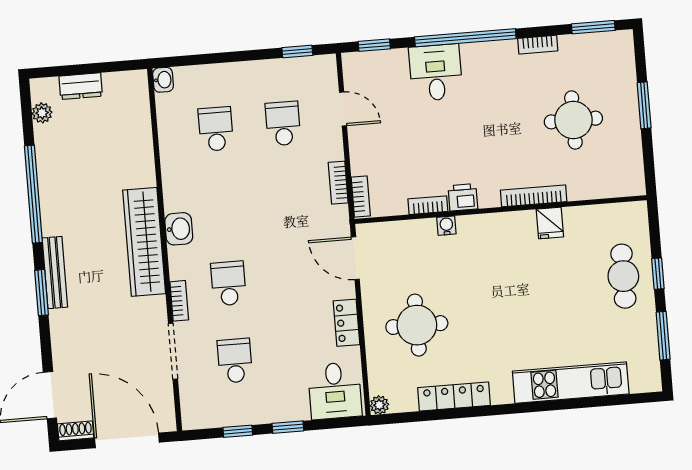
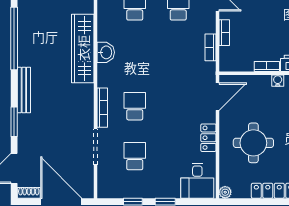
bookcase: (361, 197) -> (224, 33), moved
washbasin: (179, 229) -> (106, 52), moved
wardrobe: (144, 242) -> (83, 48), moved
door: (355, 258) -> (217, 97), swing flipped
window: (41, 293) -> (14, 122), moved
bookcase: (179, 301) -> (102, 108), width x1.56

